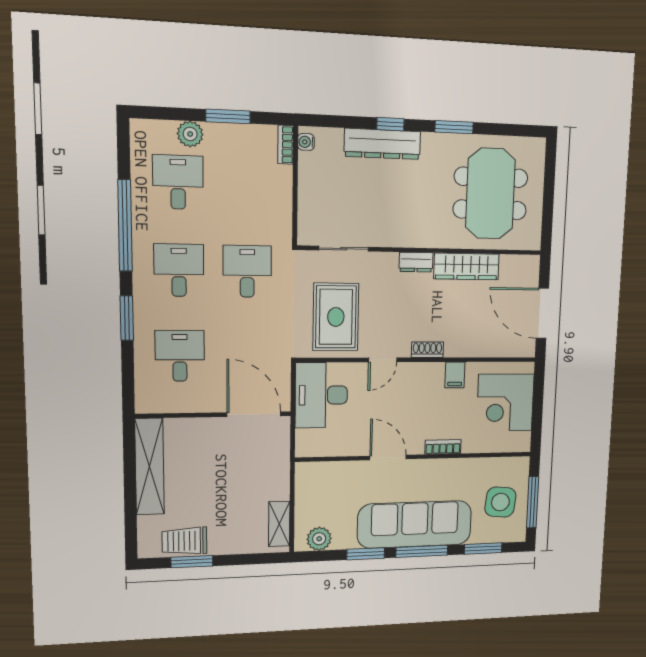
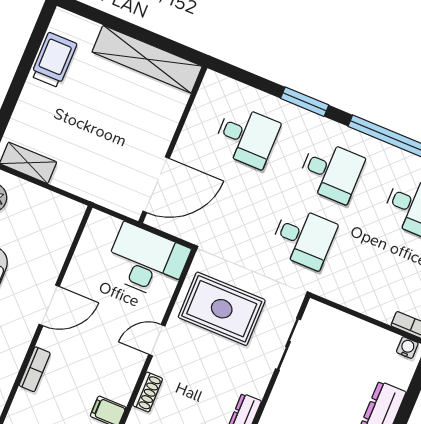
door: (383, 360) -> (157, 340), hinge flipped
window: (192, 562) -> (28, 58), removed

